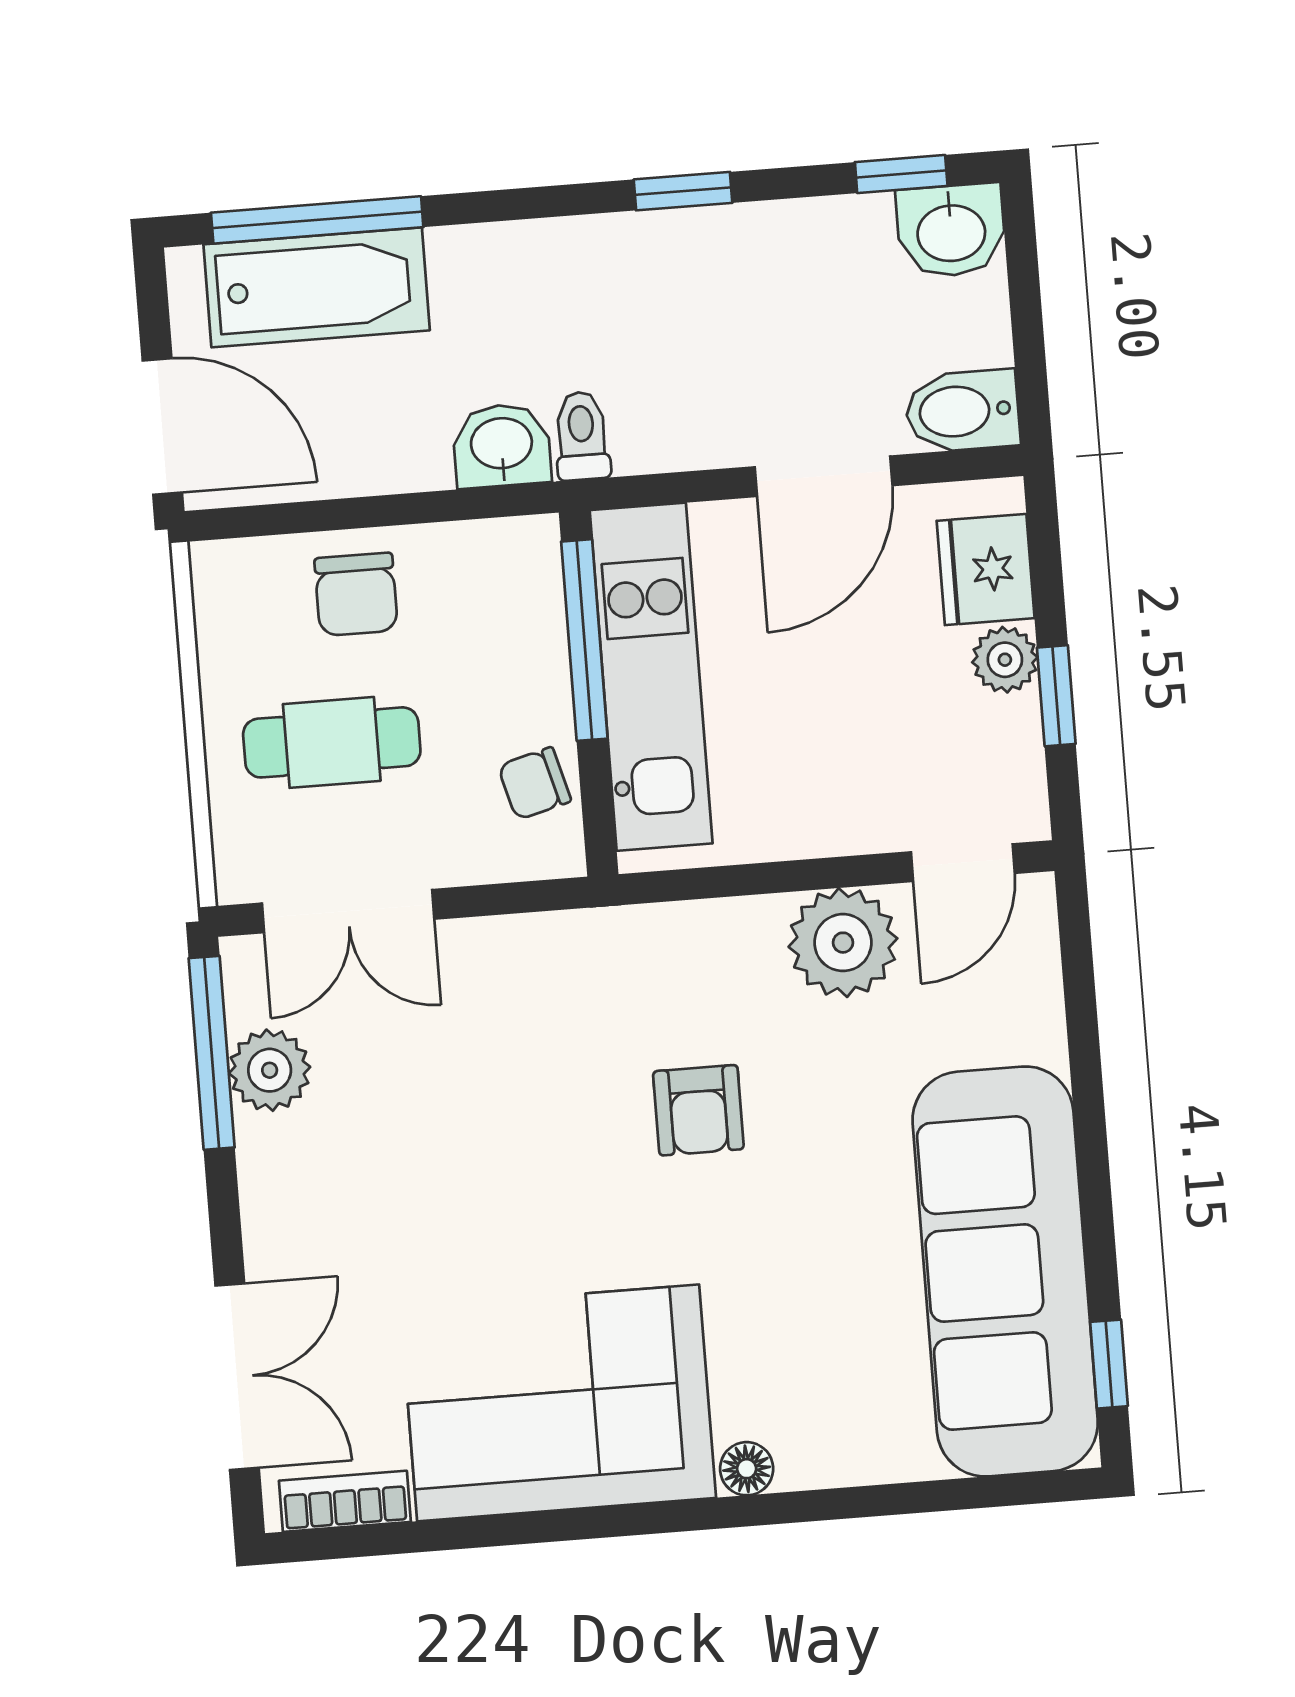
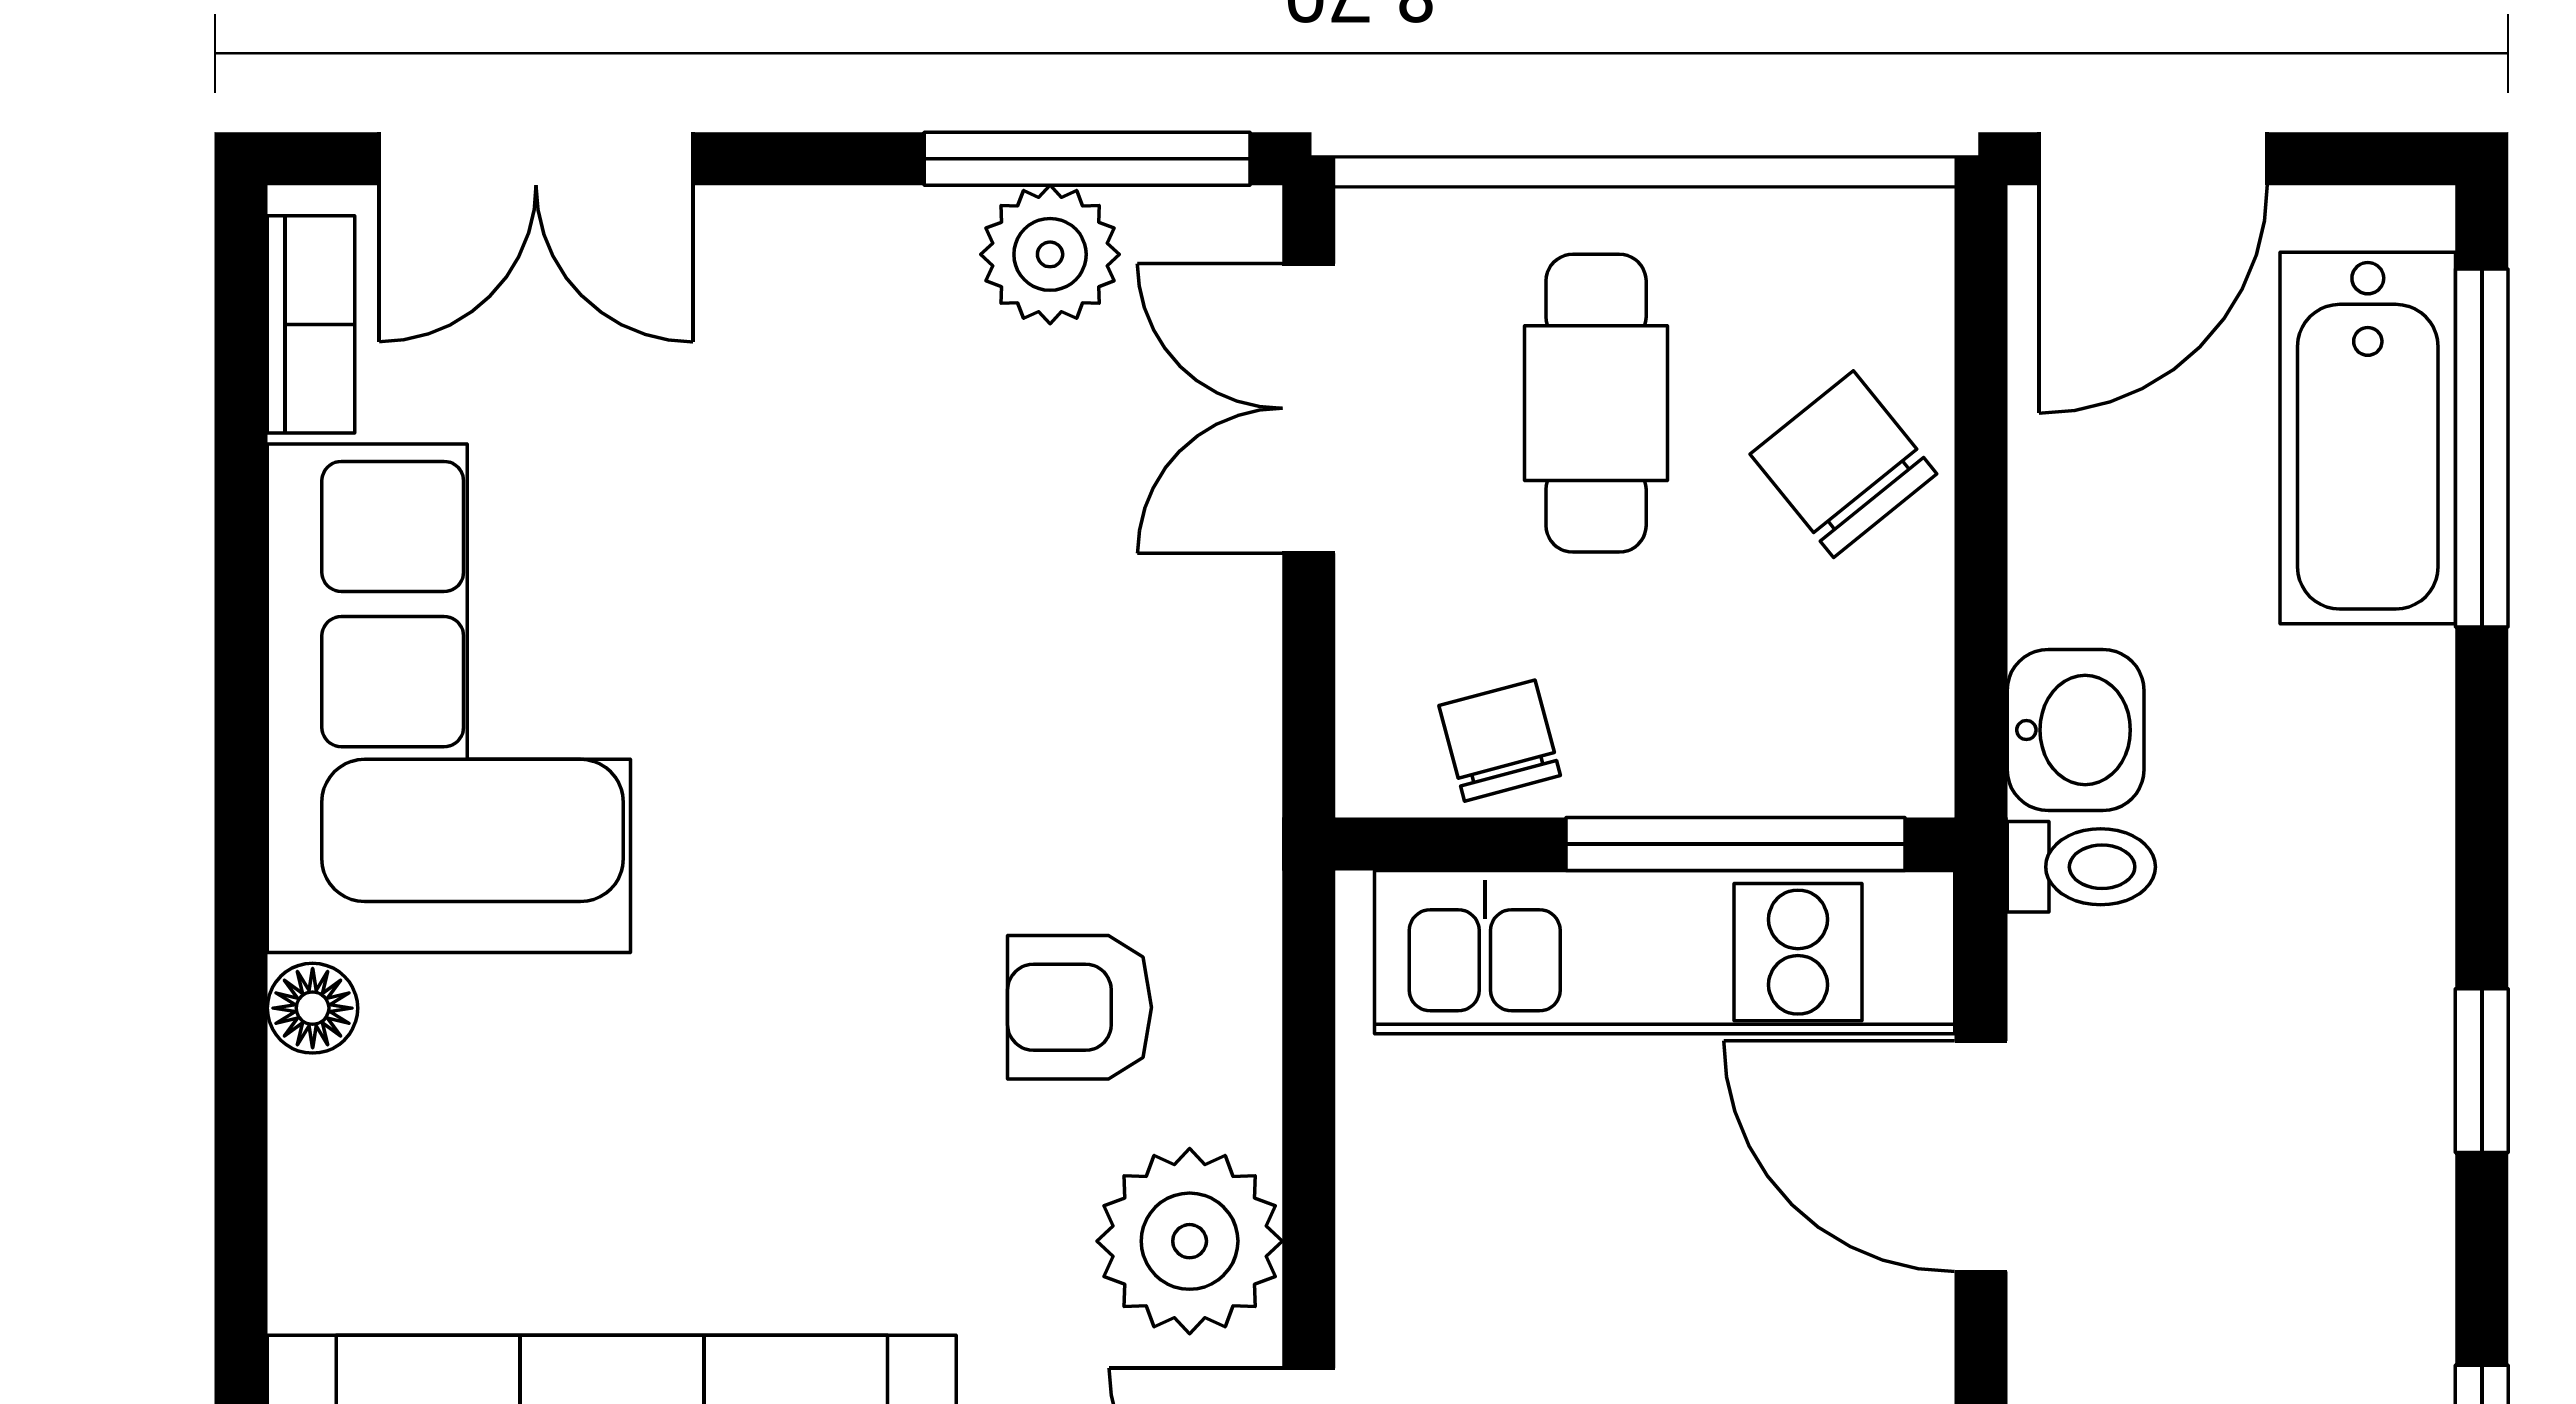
door: (824, 476) -> (1981, 1156), moved
chair: (356, 594) -> (1843, 464), turned 51
armchair: (698, 1110) -> (1080, 1007), moved

